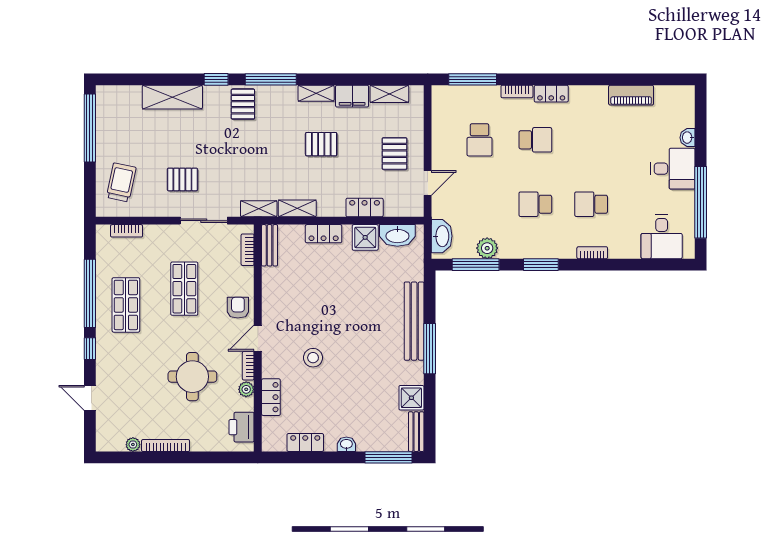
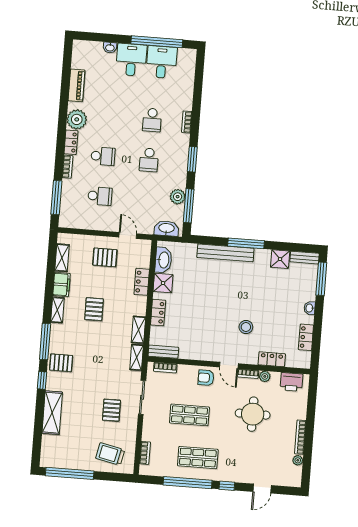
plant: (584, 99) -> (77, 119), added
school desk: (535, 140) -> (103, 156), turned 90
desk: (662, 237) -> (162, 62), moved, turned -90

